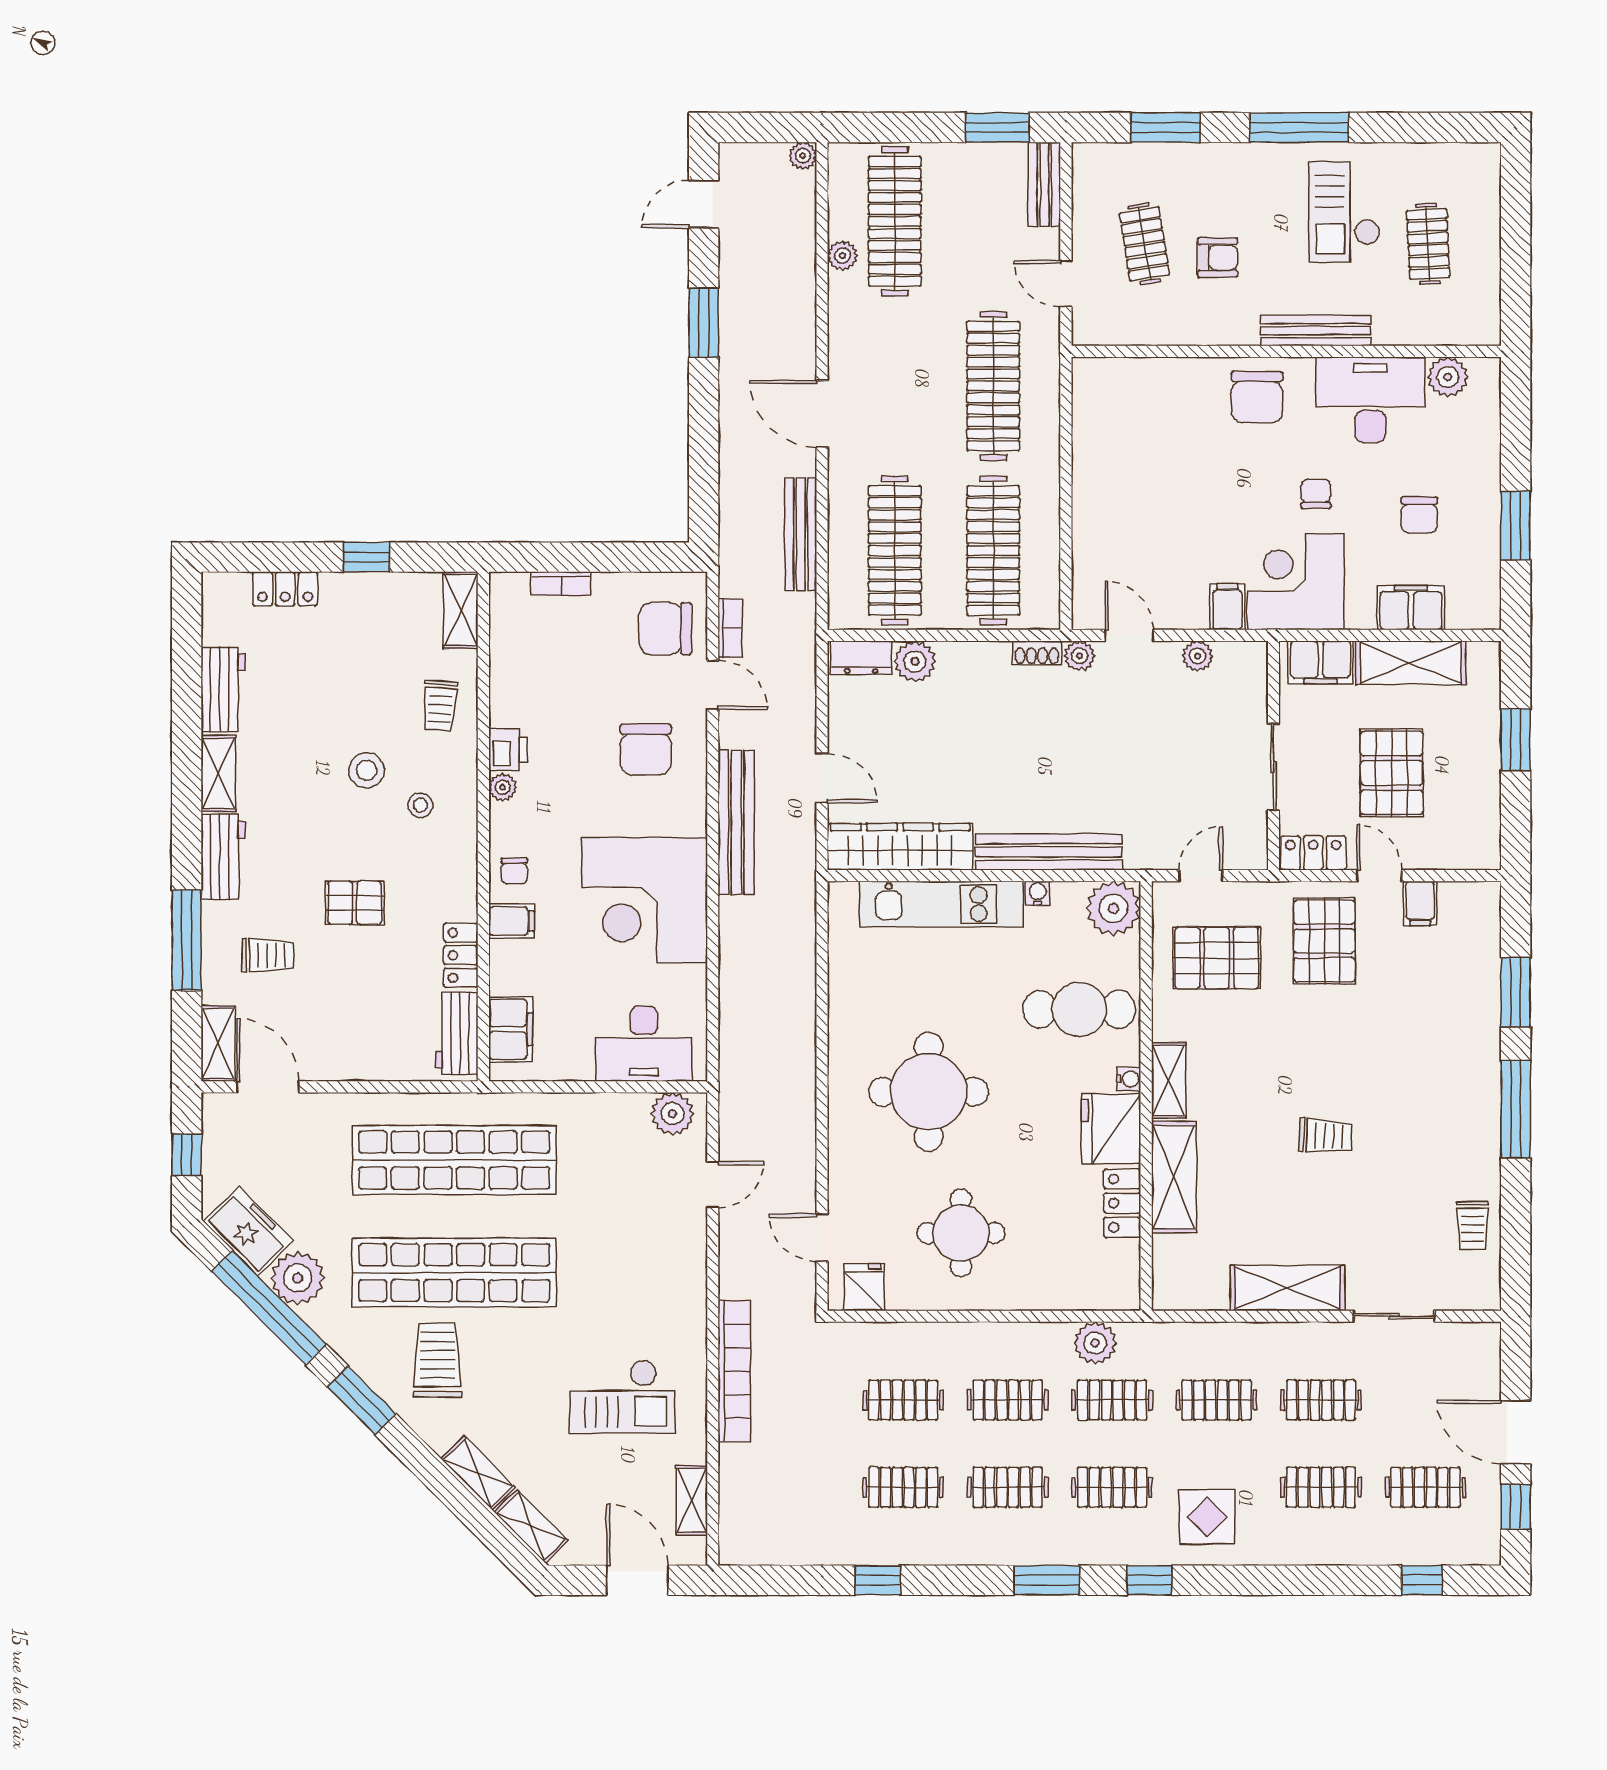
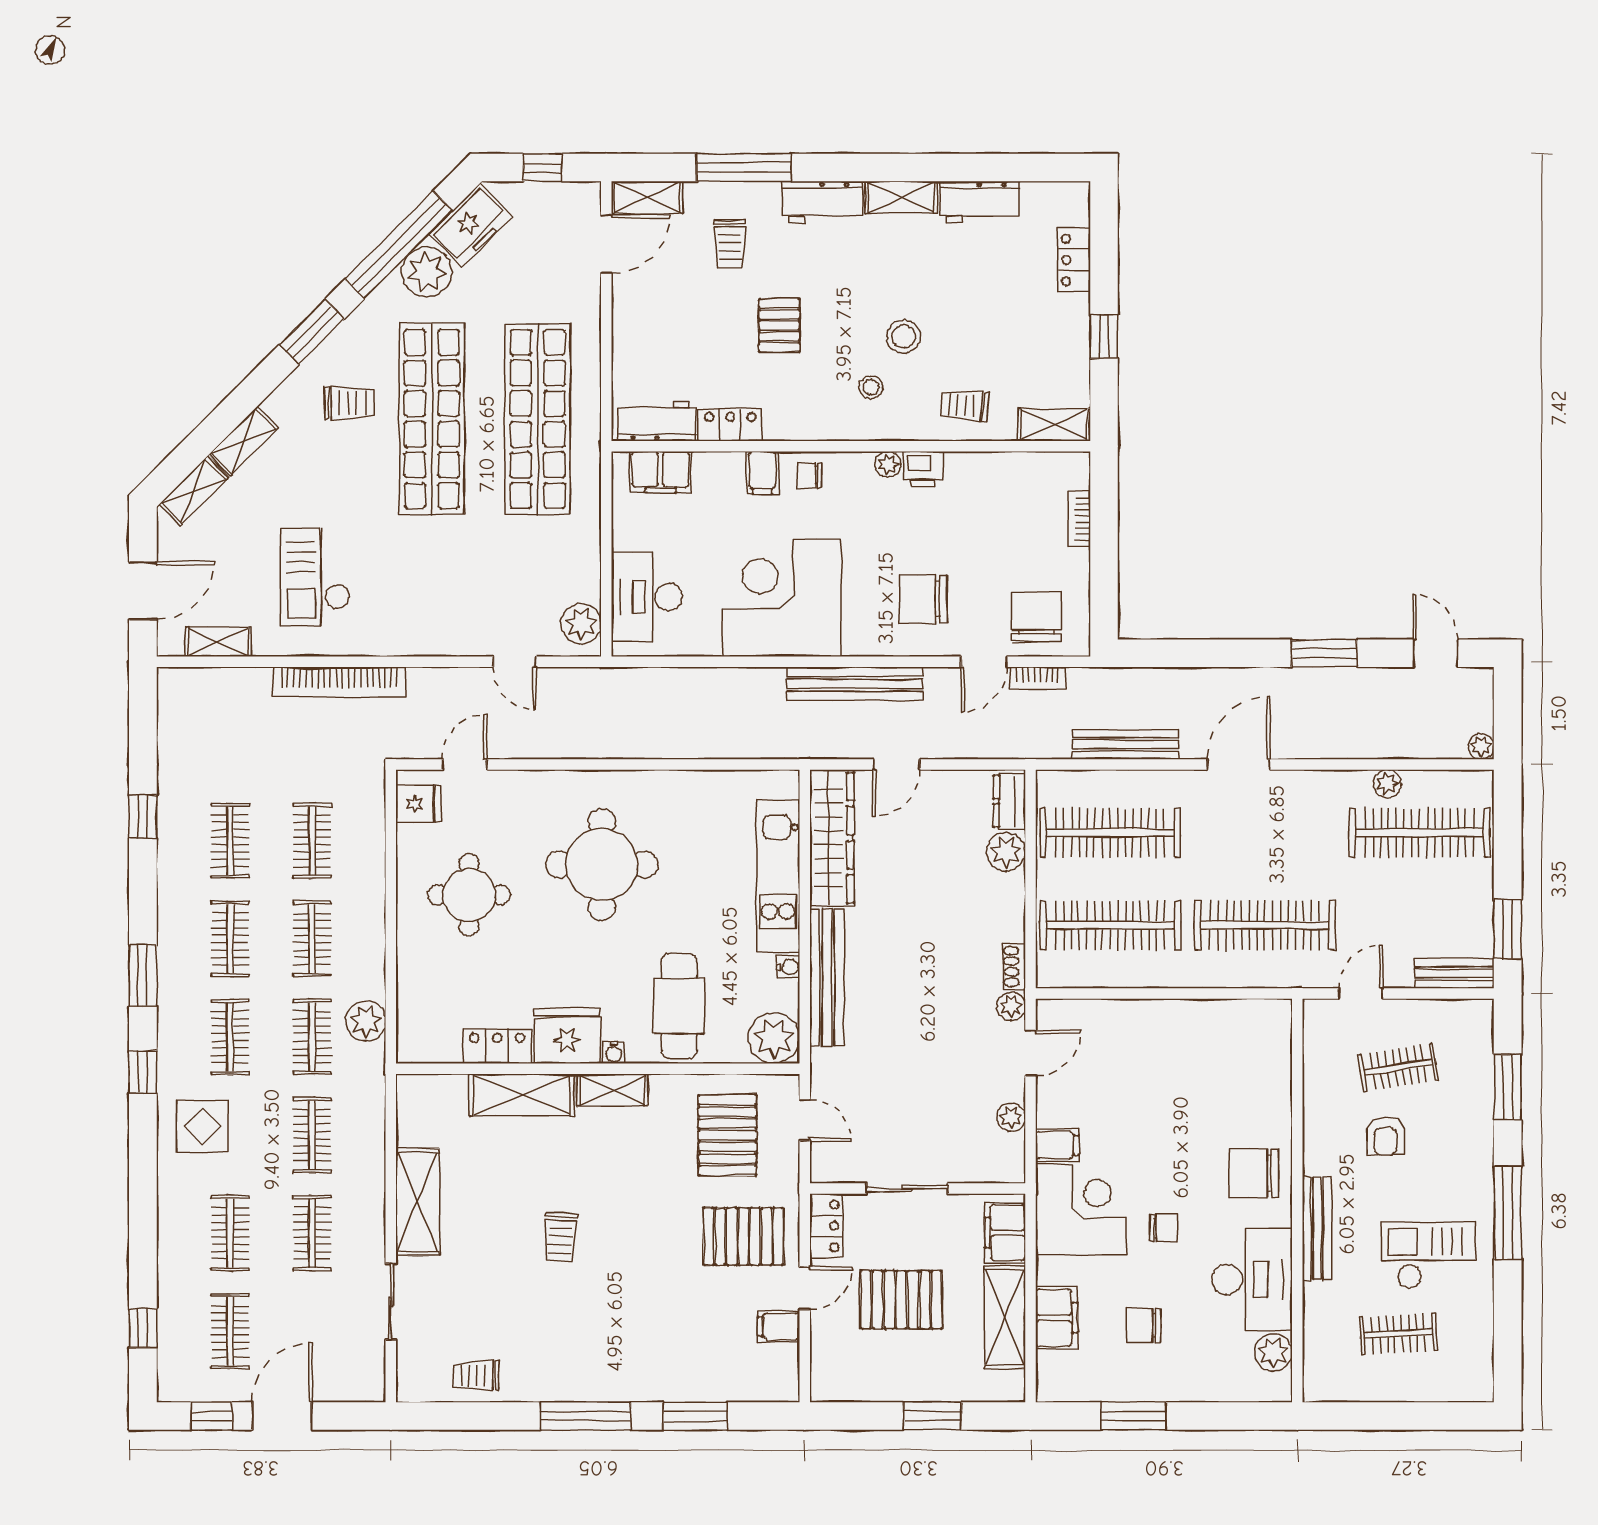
trolley: (437, 1360) -> (349, 403), width x0.73, depth x0.72

